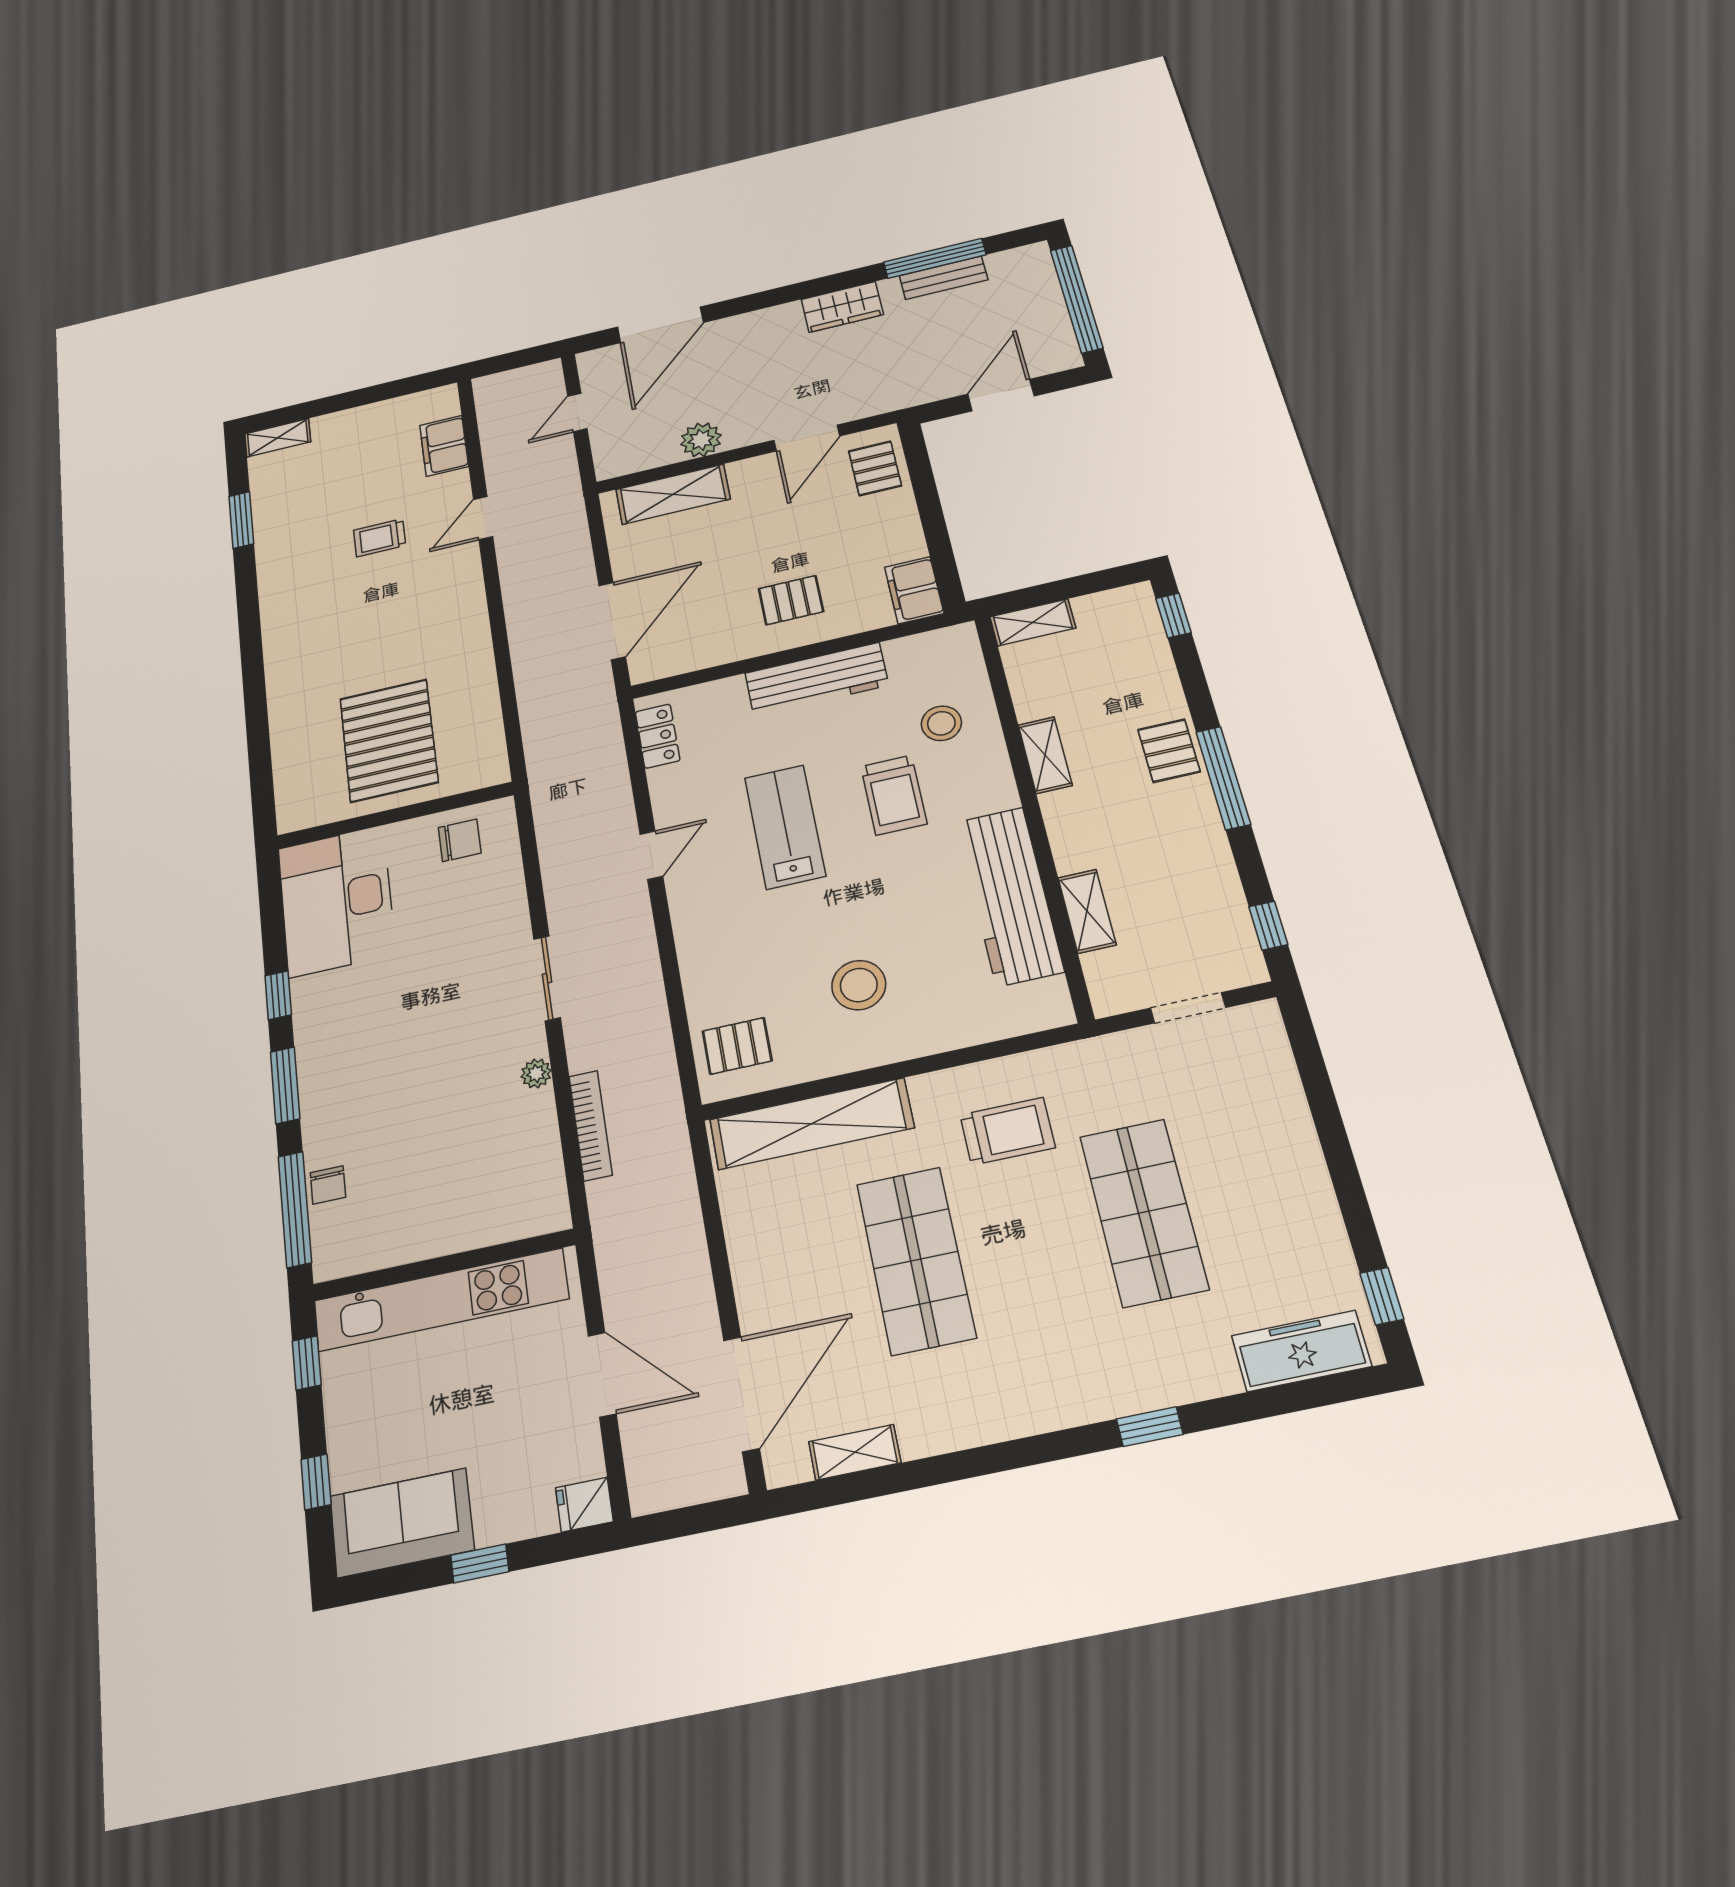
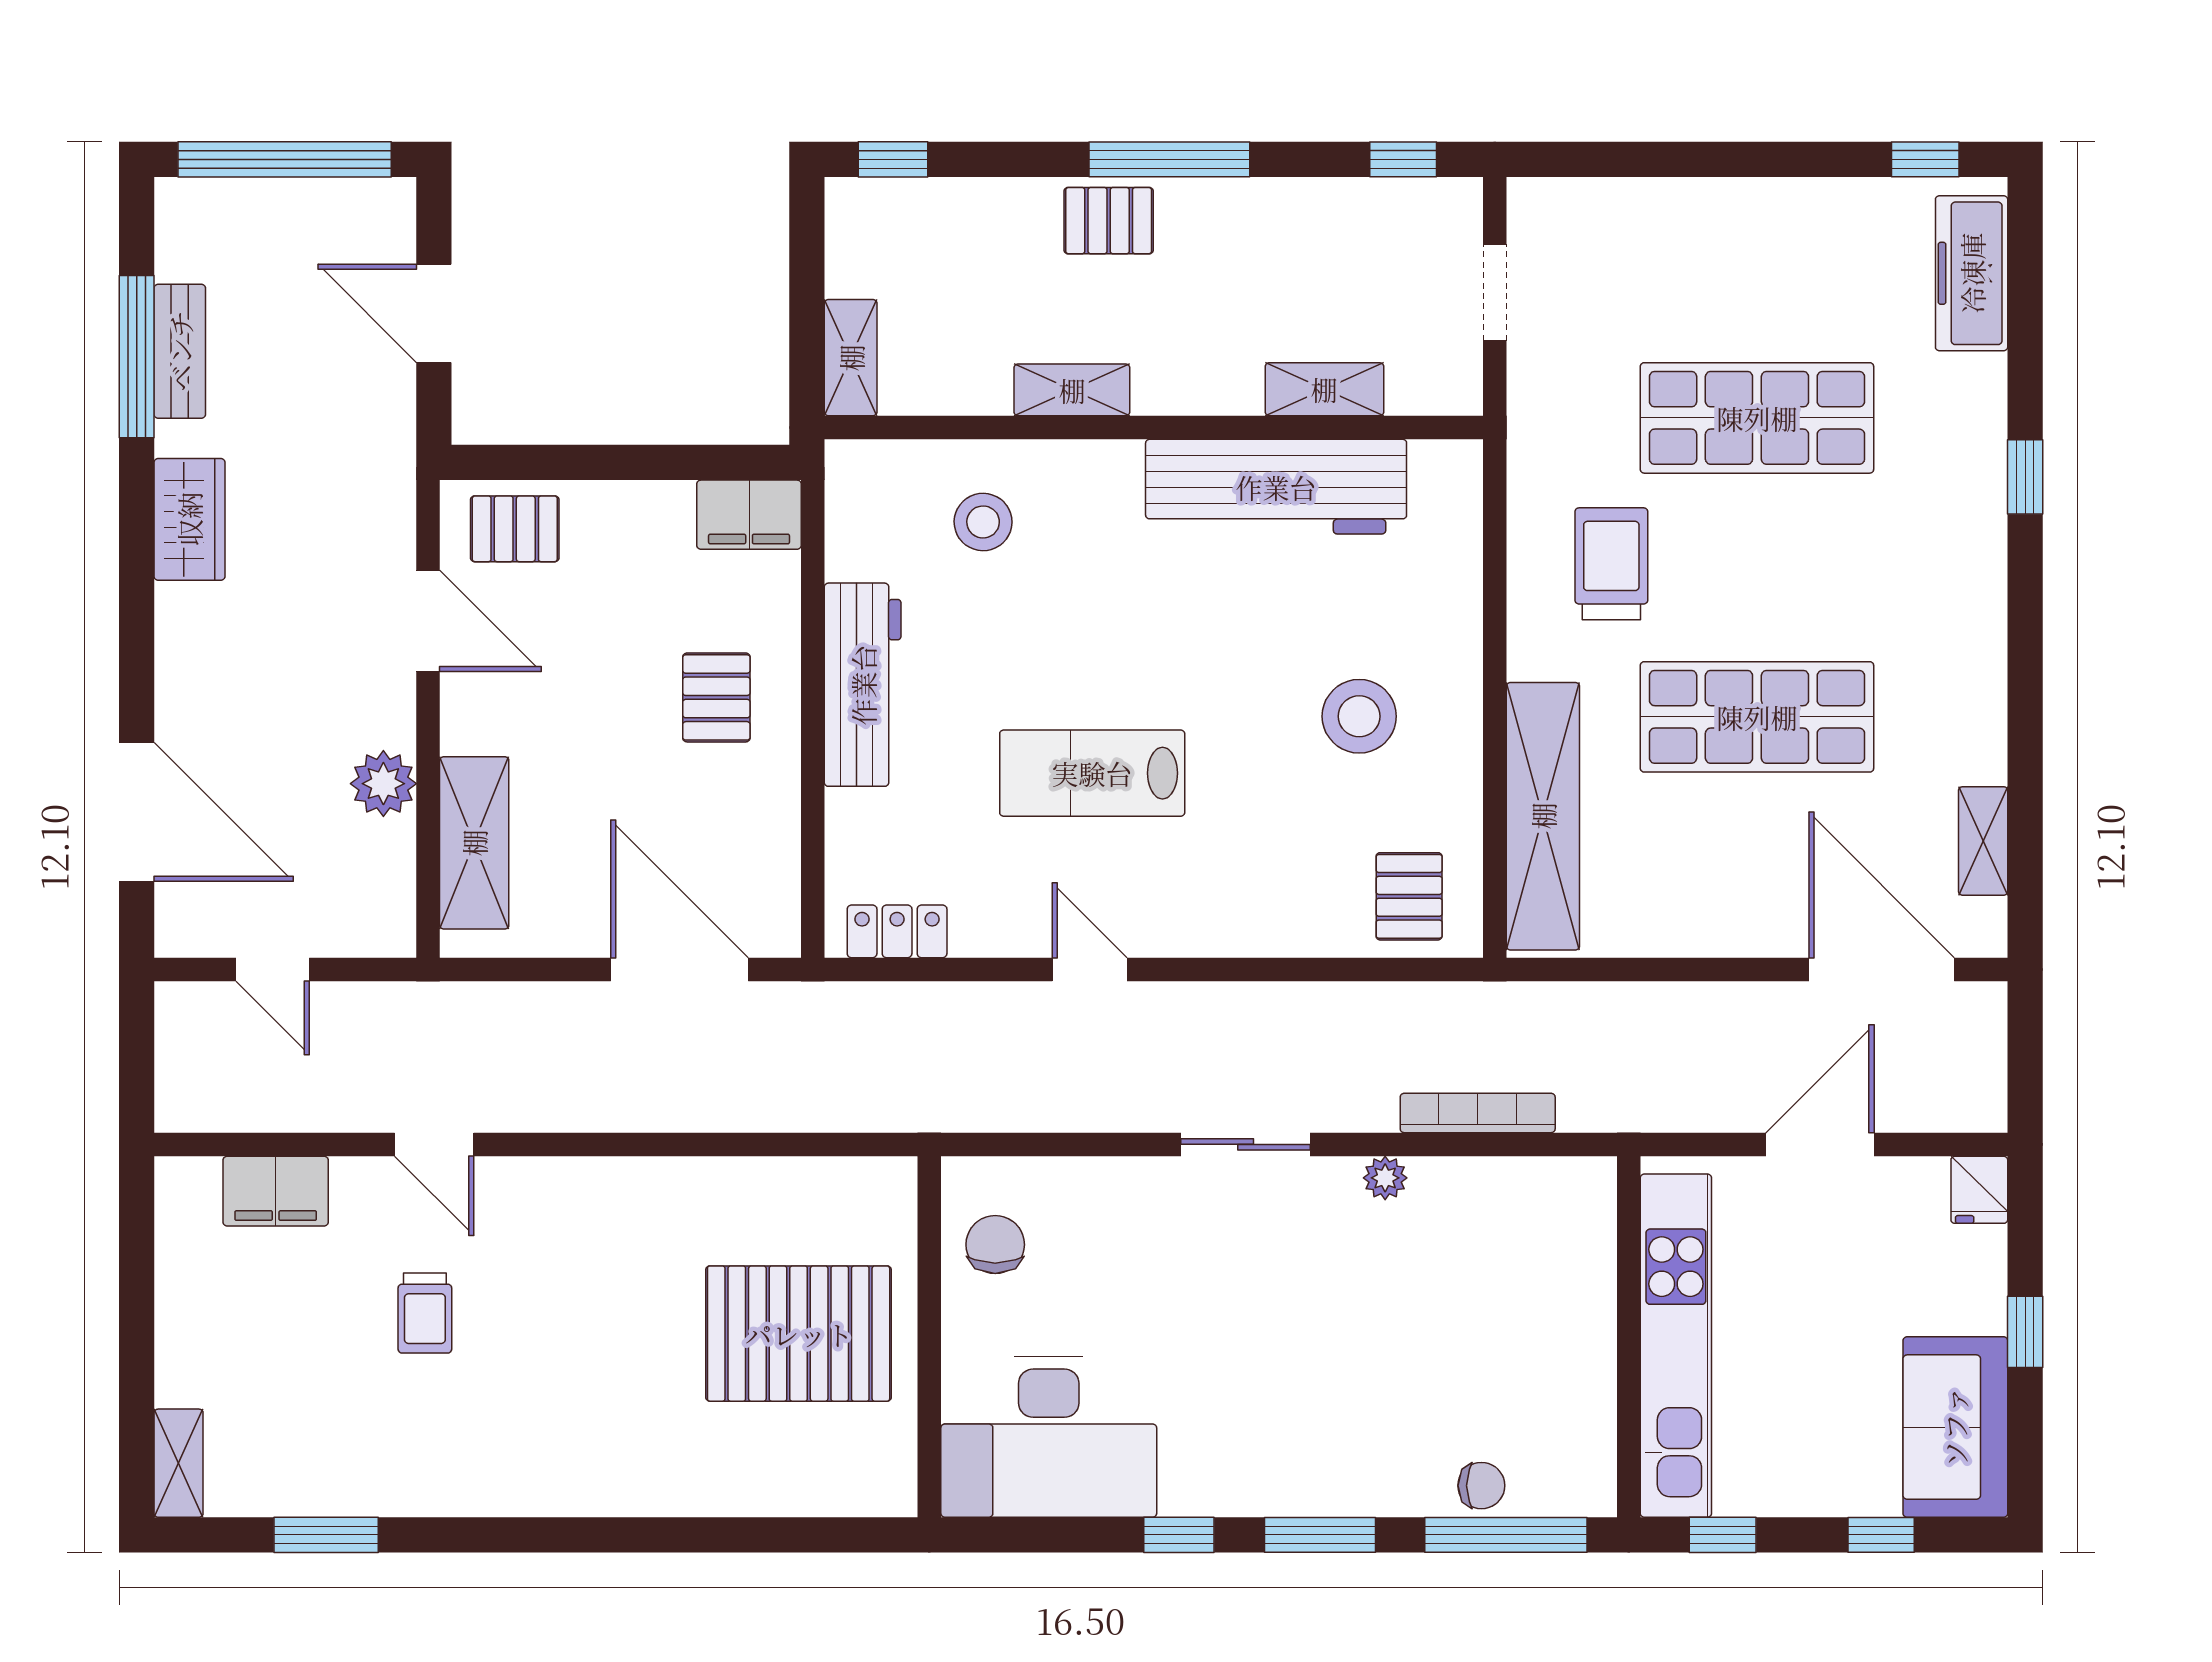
trolley: (894, 795) -> (1081, 612), removed

